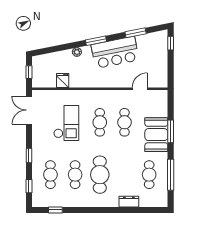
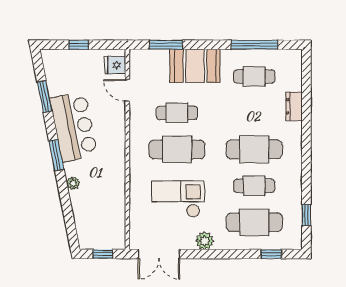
window: (171, 43) -> (79, 45), moved
fridge: (63, 80) -> (115, 65), moved
cafe table: (100, 122) -> (177, 149), width x1.37, depth x1.35
window: (171, 131) -> (166, 45), moved
plant: (38, 141) -> (205, 241), added
window: (29, 156) -> (226, 254), removed
cafe table: (50, 175) -> (254, 222), width x1.37, depth x1.35

